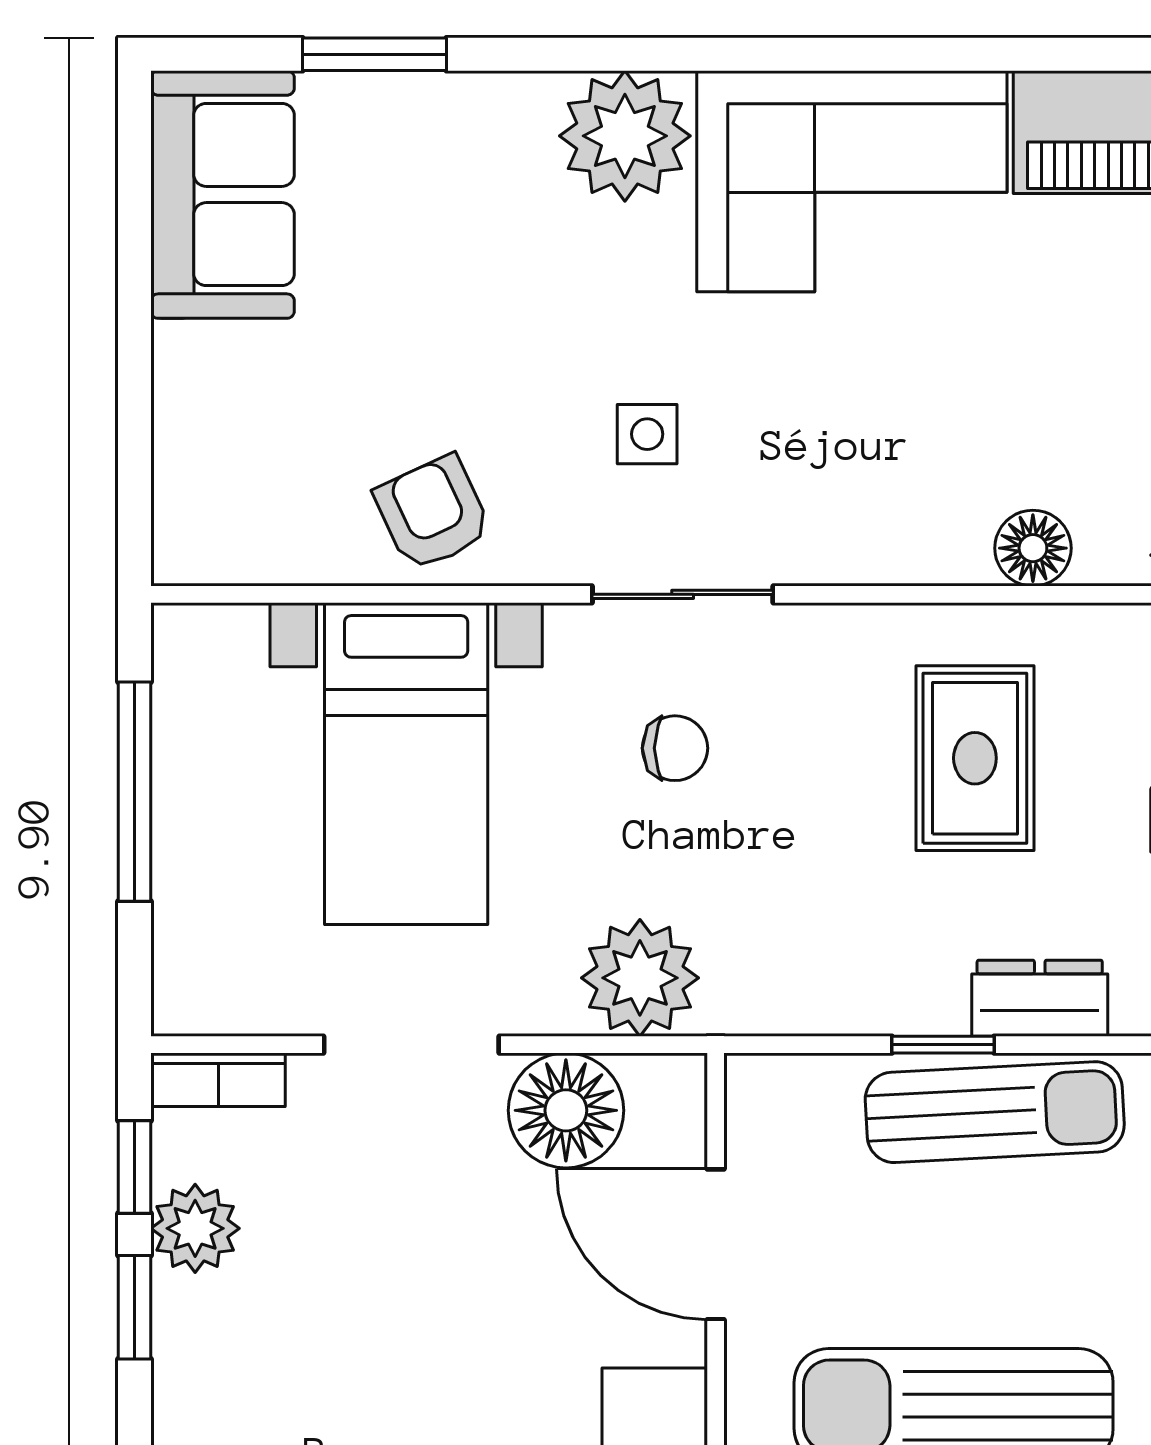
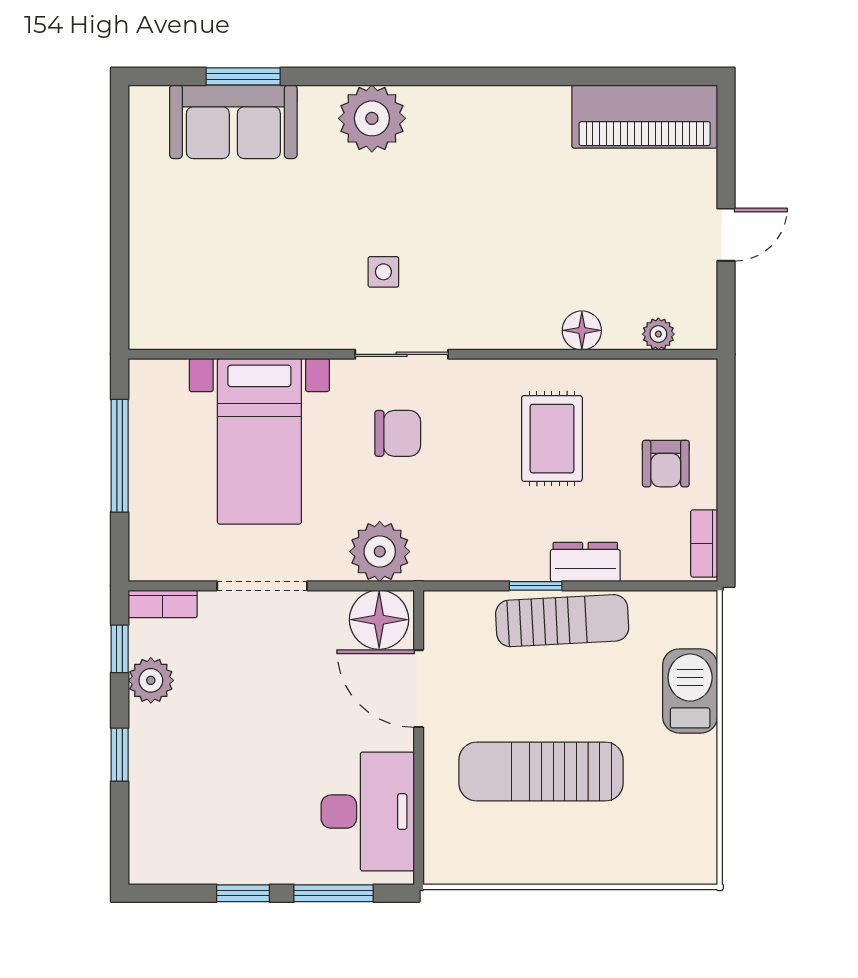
corner sofa: (852, 181) -> (489, 142), removed
sofa: (222, 195) -> (233, 122), moved, turned 90
armchair: (433, 513) -> (273, 312), removed
chair: (675, 748) -> (398, 433), width x1.37, depth x1.37
floor lamp: (566, 1110) -> (379, 620), moved
window: (134, 1307) -> (120, 755), moved

